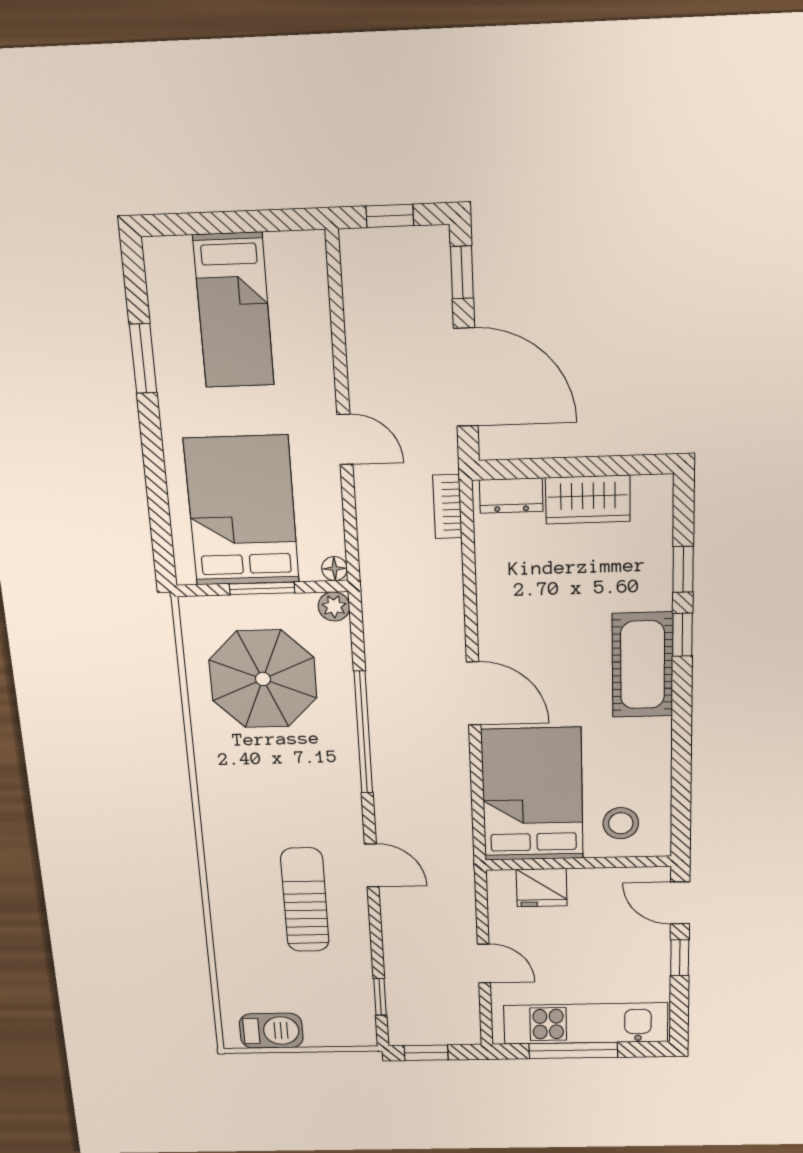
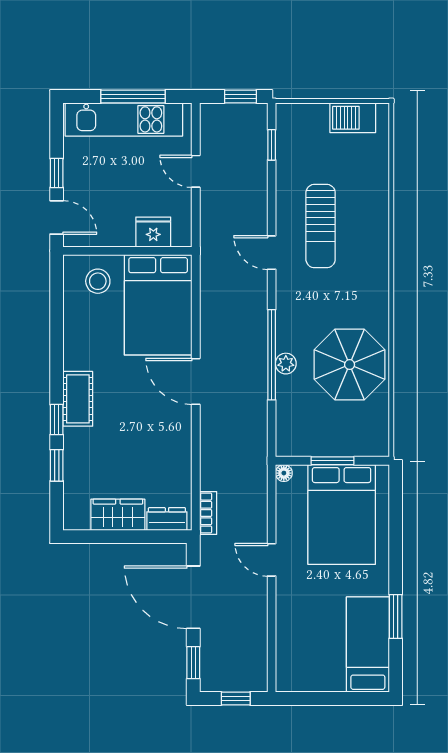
bed: (234, 311) -> (368, 645), moved
plant: (334, 606) -> (286, 364), moved
cot: (643, 665) -> (78, 399), width x0.73, depth x0.75
parasol: (263, 679) -> (350, 365), moved

